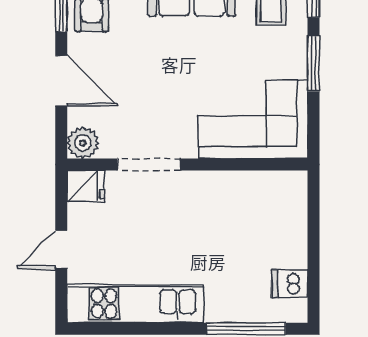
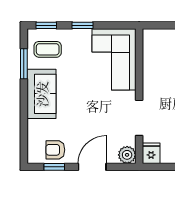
window: (314, 64) -> (83, 25), width x0.67

